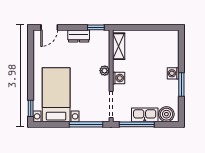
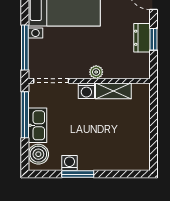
window: (96, 27) -> (153, 39), moved
shelving: (119, 46) -> (113, 91), moved
washing machine: (173, 73) -> (69, 163), moved

